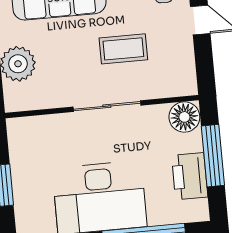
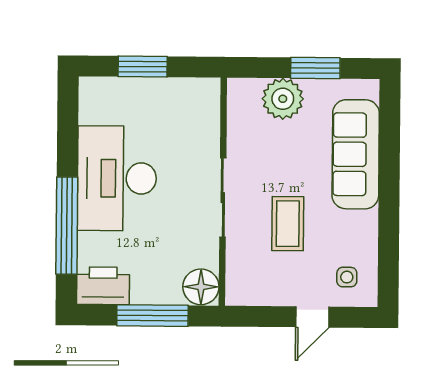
printer: (190, 176) -> (103, 286), moved

